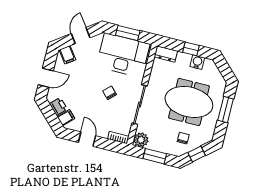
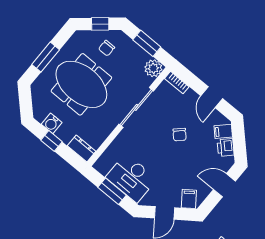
desk: (123, 55) -> (131, 178), width x0.73, depth x0.77
chair: (110, 93) -> (180, 135), moved

